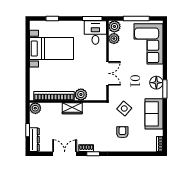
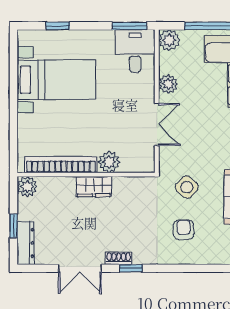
plant: (114, 39) -> (168, 84), moved
double door: (65, 154) -> (80, 268), swing flipped

